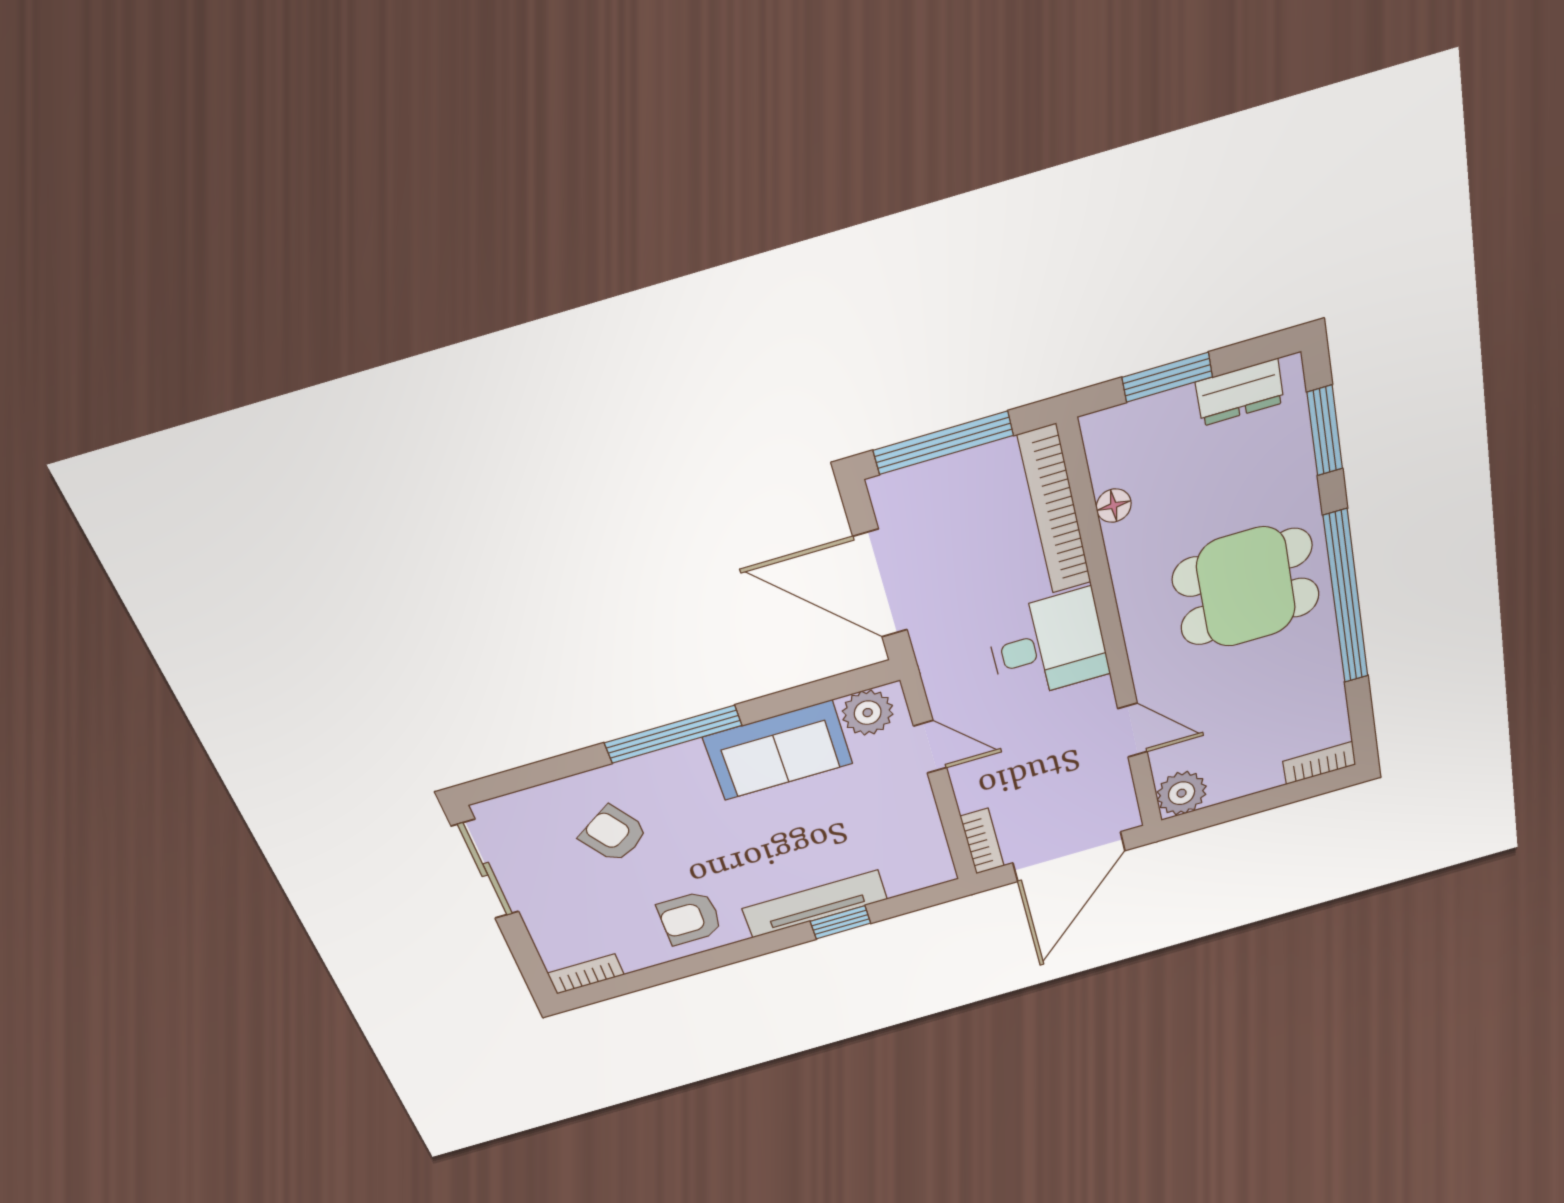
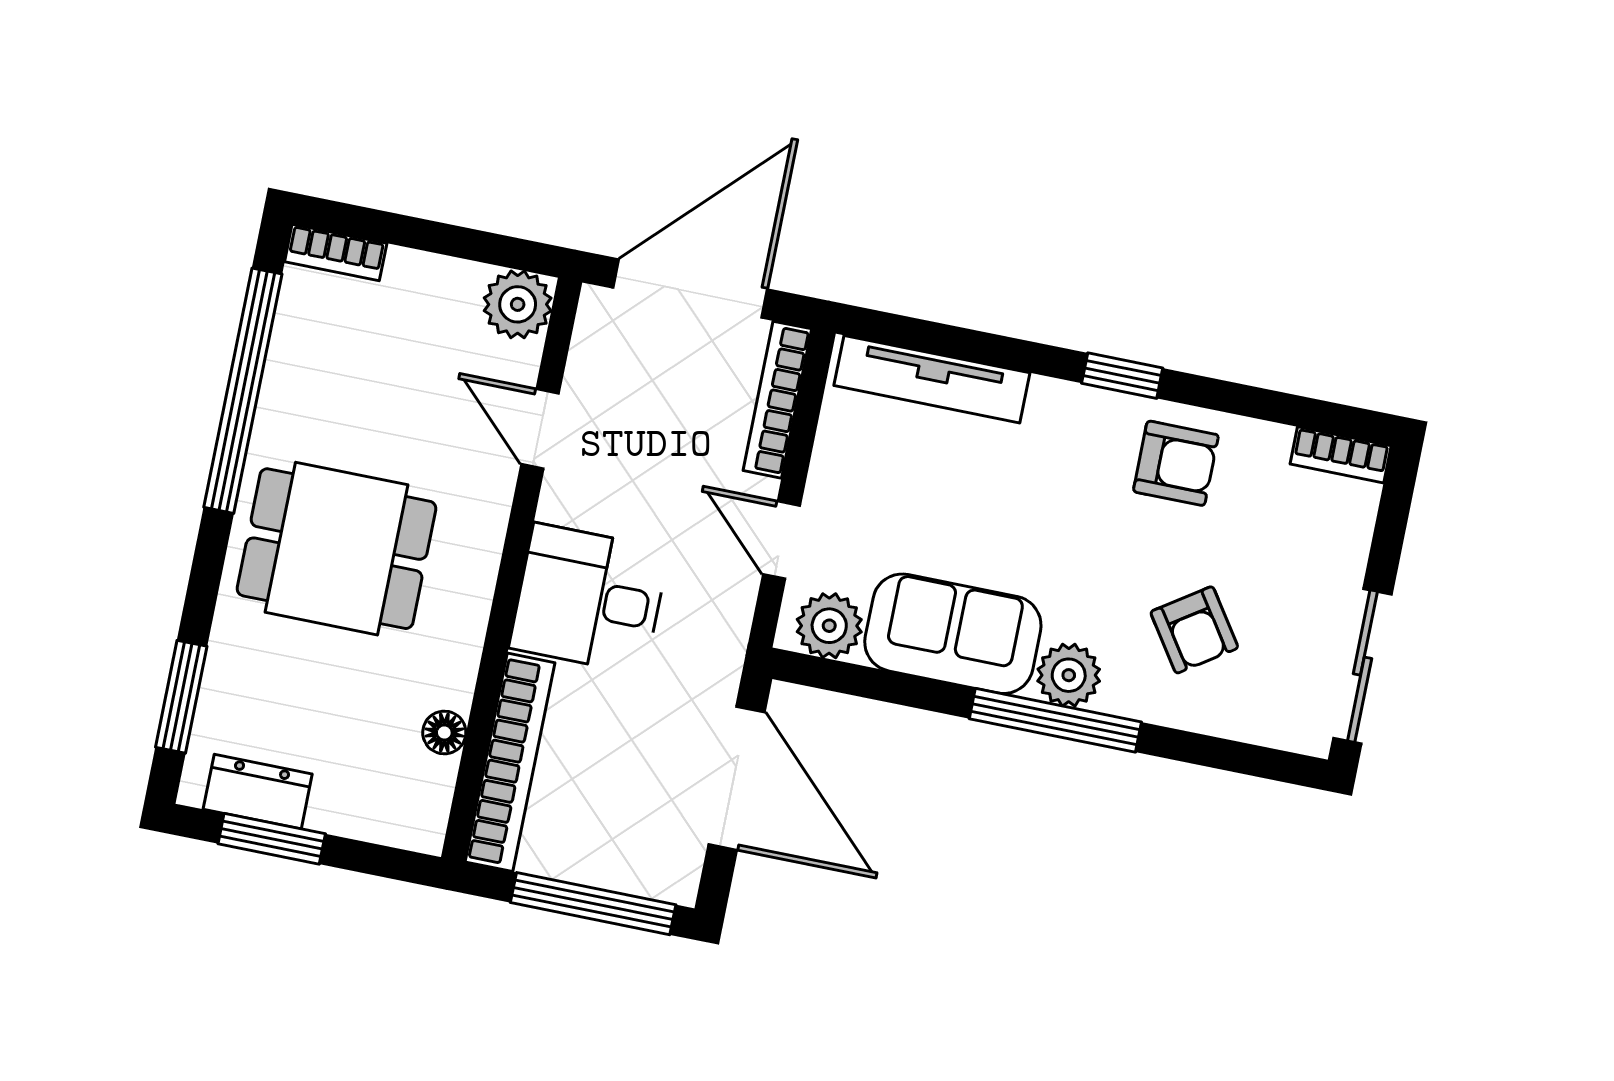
window: (1167, 377) -> (272, 839), moved
window: (1346, 598) -> (243, 391), moved
plant: (682, 766) -> (1069, 675), added
bookcase: (982, 841) -> (777, 400), width x1.56
tv unit: (815, 904) -> (932, 379), moved
window: (841, 922) -> (1122, 376), moved

